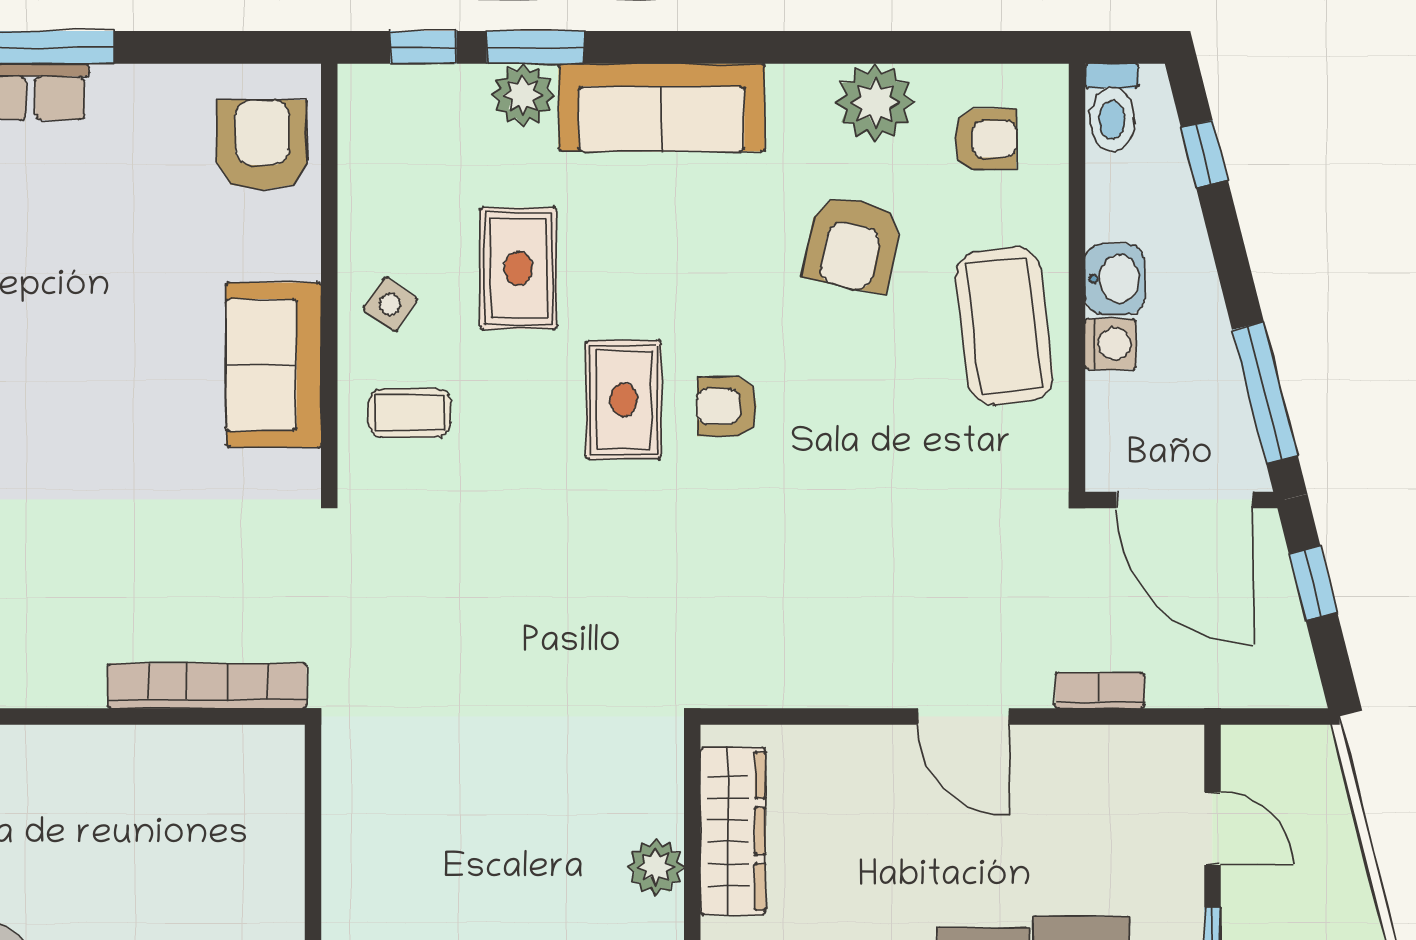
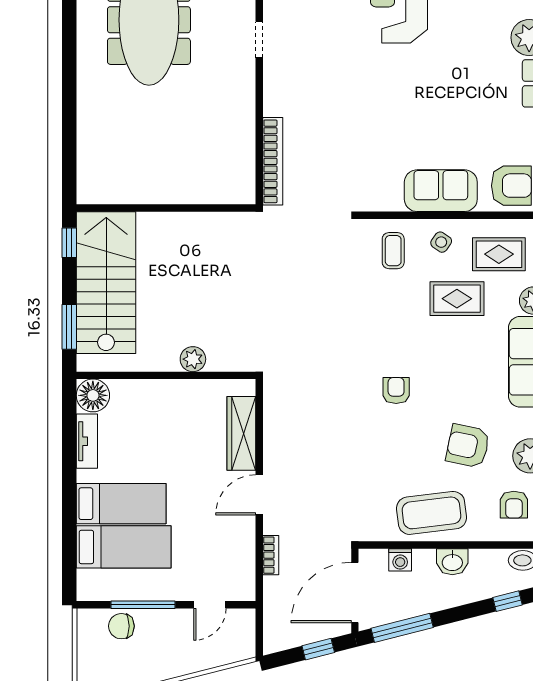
washing machine: (1111, 344) -> (400, 560), moved
sofa: (274, 365) -> (441, 191), moved
rug: (624, 400) -> (499, 254), moved
wardrobe: (733, 831) -> (241, 433), moved, turned 90

